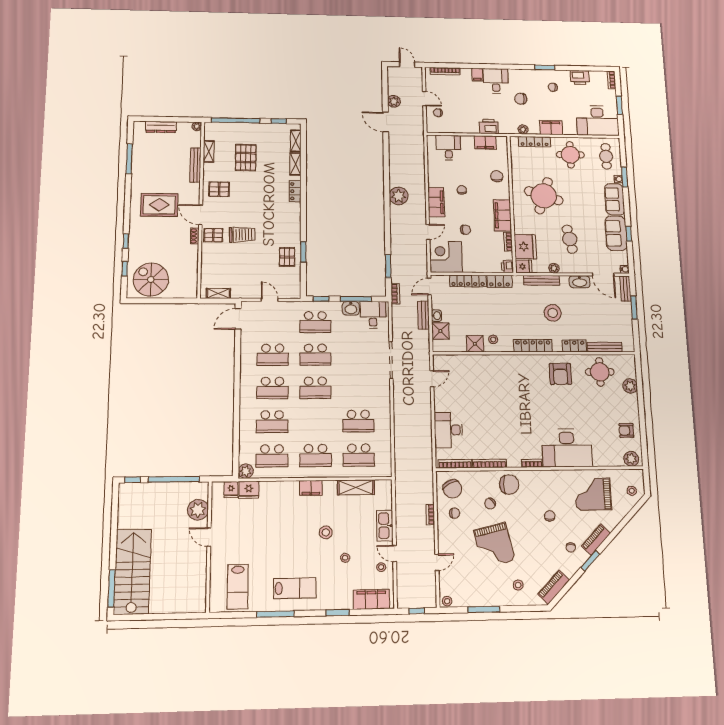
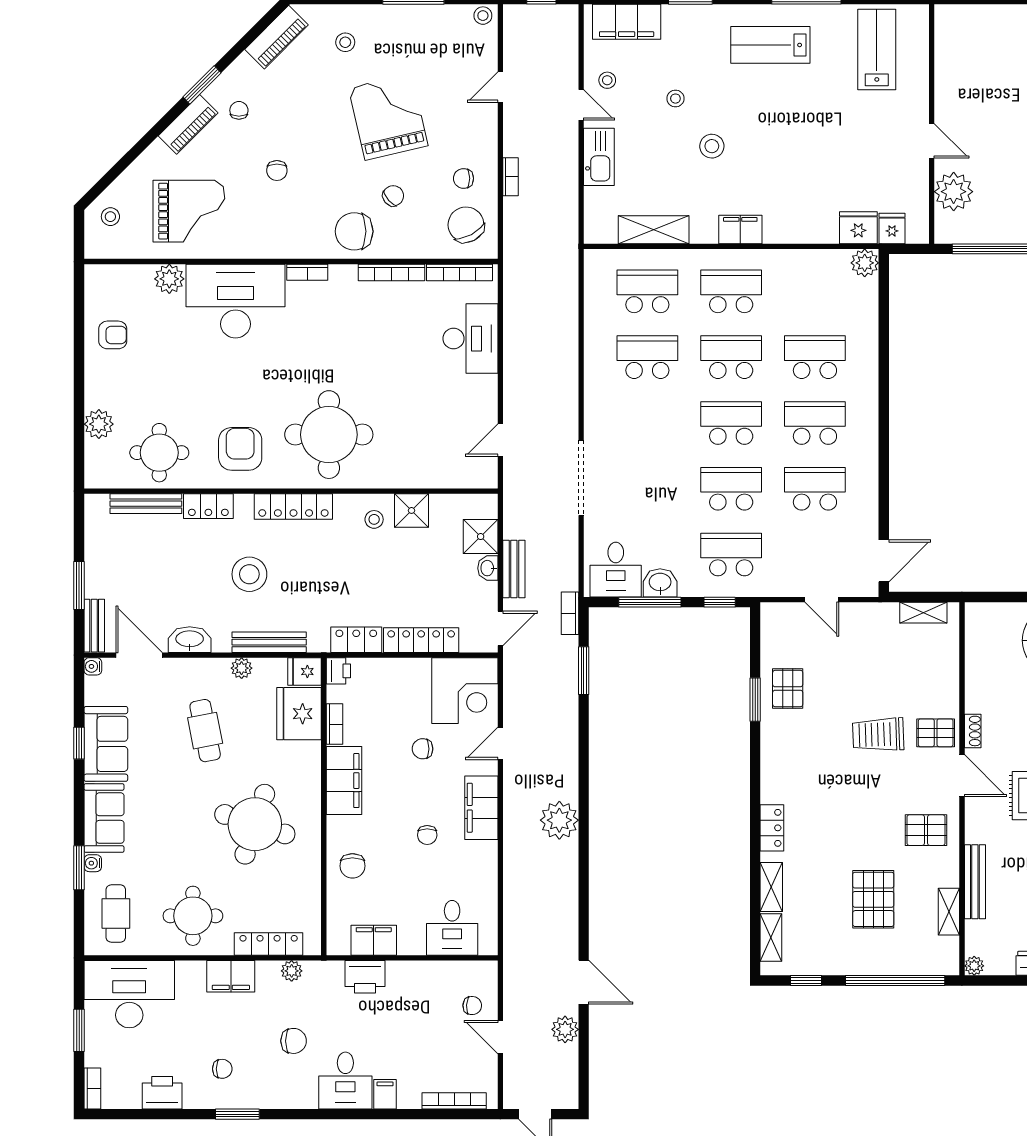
round table: (517, 381) -> (329, 435), added
school desk: (272, 456) -> (731, 357), moved
plant: (631, 459) -> (169, 279), moved

